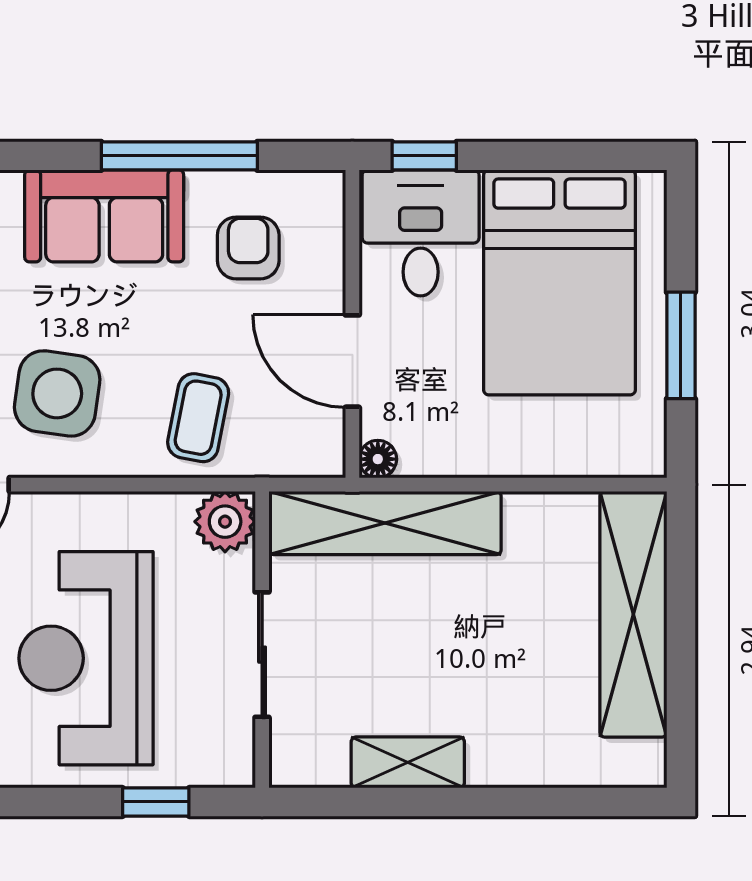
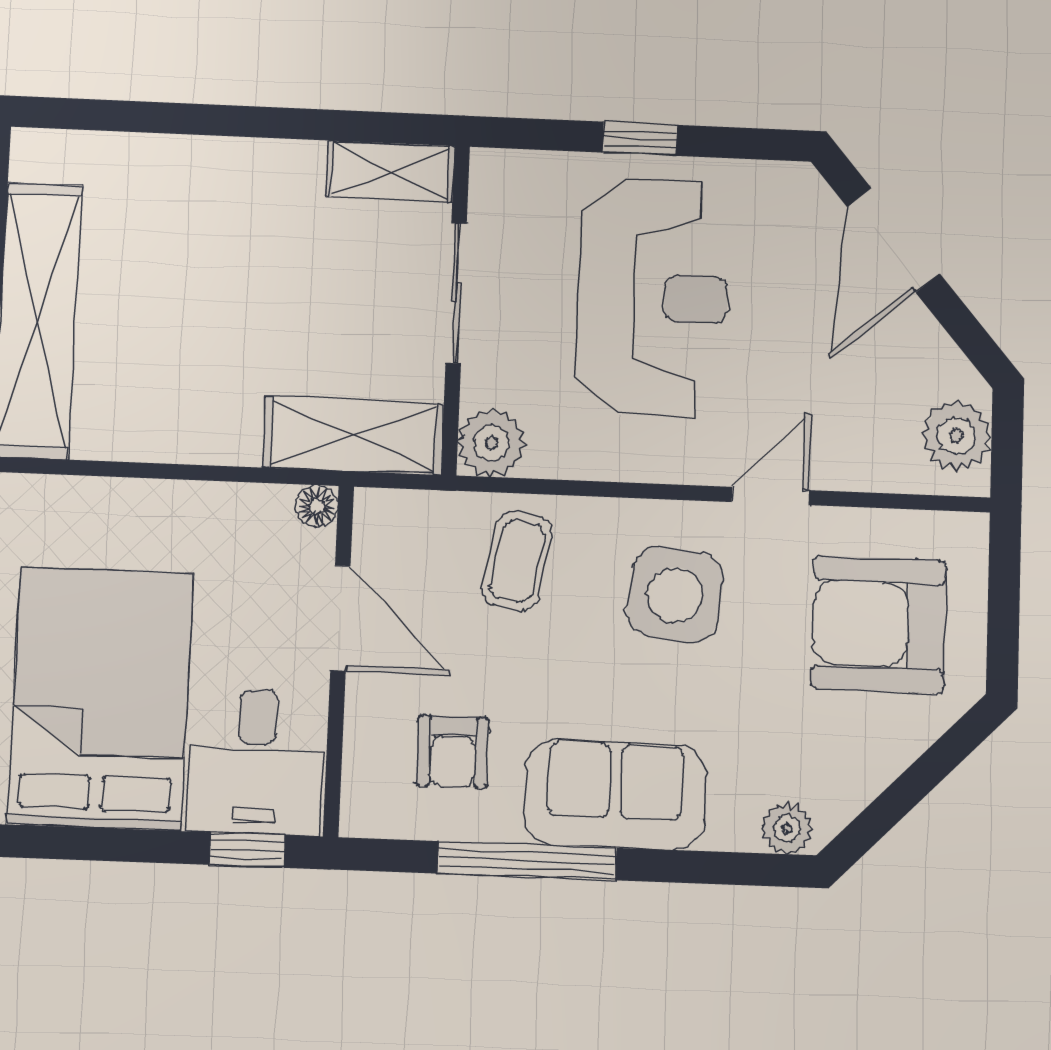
shelving: (385, 523) -> (353, 436), width x0.68
shelving: (408, 762) -> (391, 171), moved
window: (156, 802) -> (640, 139), moved

